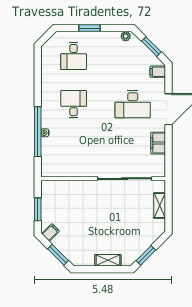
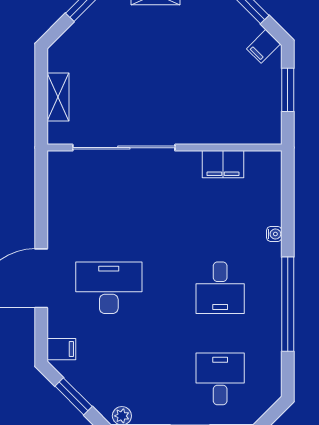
window: (38, 132) -> (288, 304), moved
filing cabinet: (158, 143) -> (223, 164), moved, turned 90

